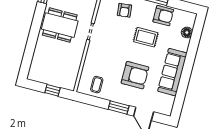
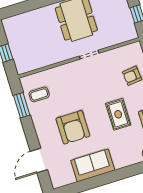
sofa: (172, 72) -> (93, 165), width x0.73
window: (119, 107) -> (22, 105), moved

